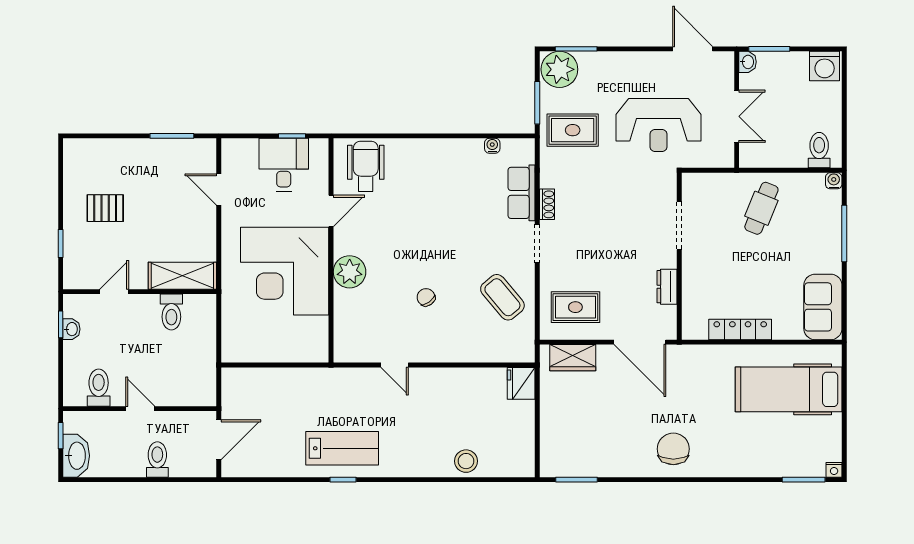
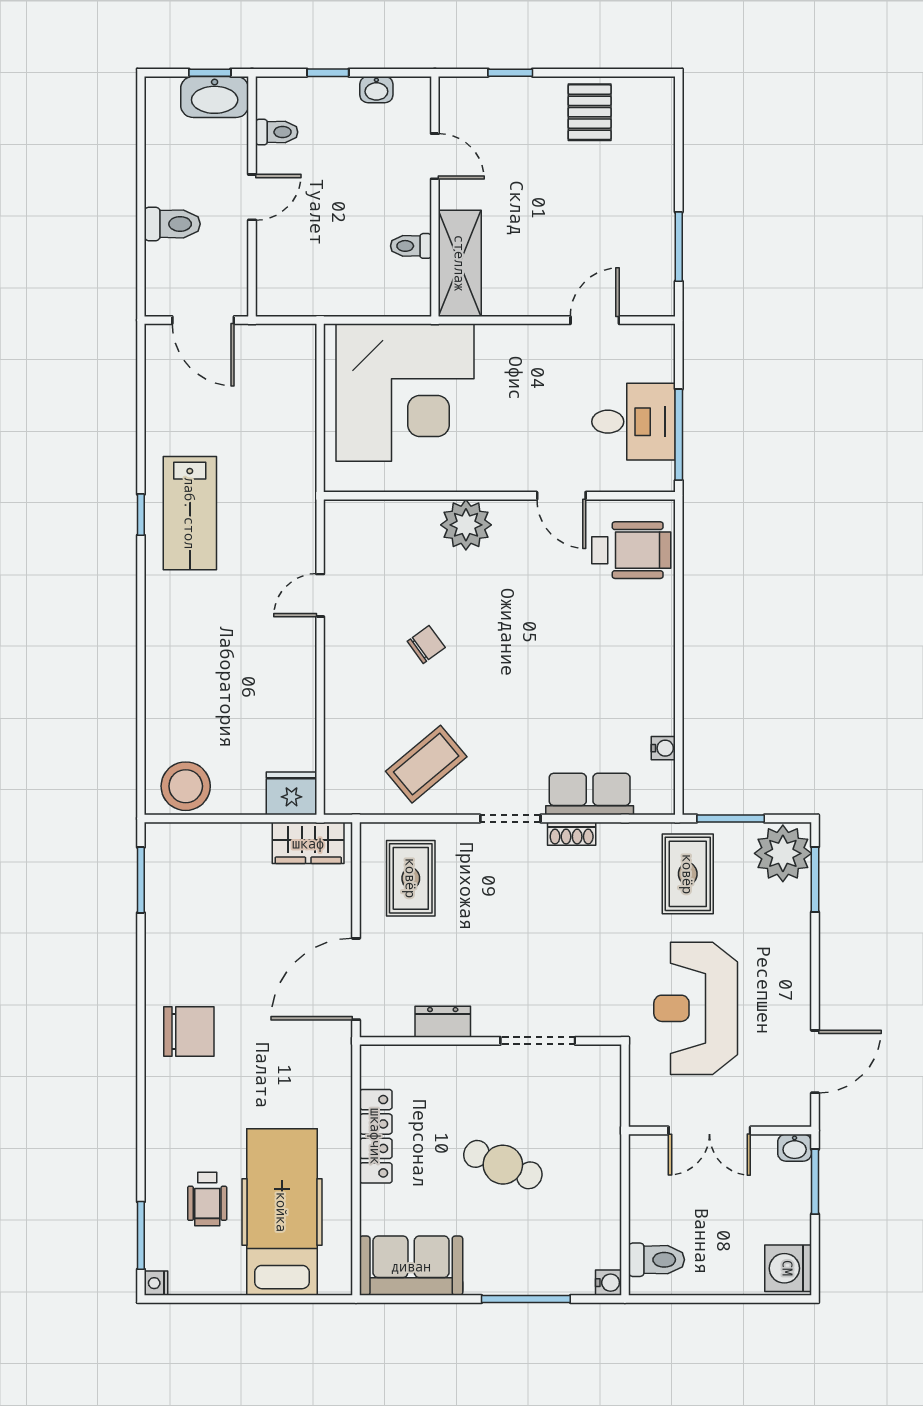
window: (292, 136) -> (679, 435), width x2.17
pallet: (105, 208) -> (590, 112), moved
cafe table: (761, 208) -> (503, 1165), moved
corner desk: (285, 271) -> (405, 393), moved, turned 180
toilet: (171, 312) -> (411, 246), width x0.73, depth x0.72
window: (61, 324) -> (328, 73), moved
wardrobe: (573, 358) -> (308, 843), moved, turned -90
toilet: (99, 388) -> (277, 132), width x0.73, depth x0.72
wheelchair: (780, 437) -> (207, 1199), added
washbasin: (76, 456) -> (215, 97), moved
stool: (466, 461) -> (186, 786), moved, width x1.38, depth x1.38

